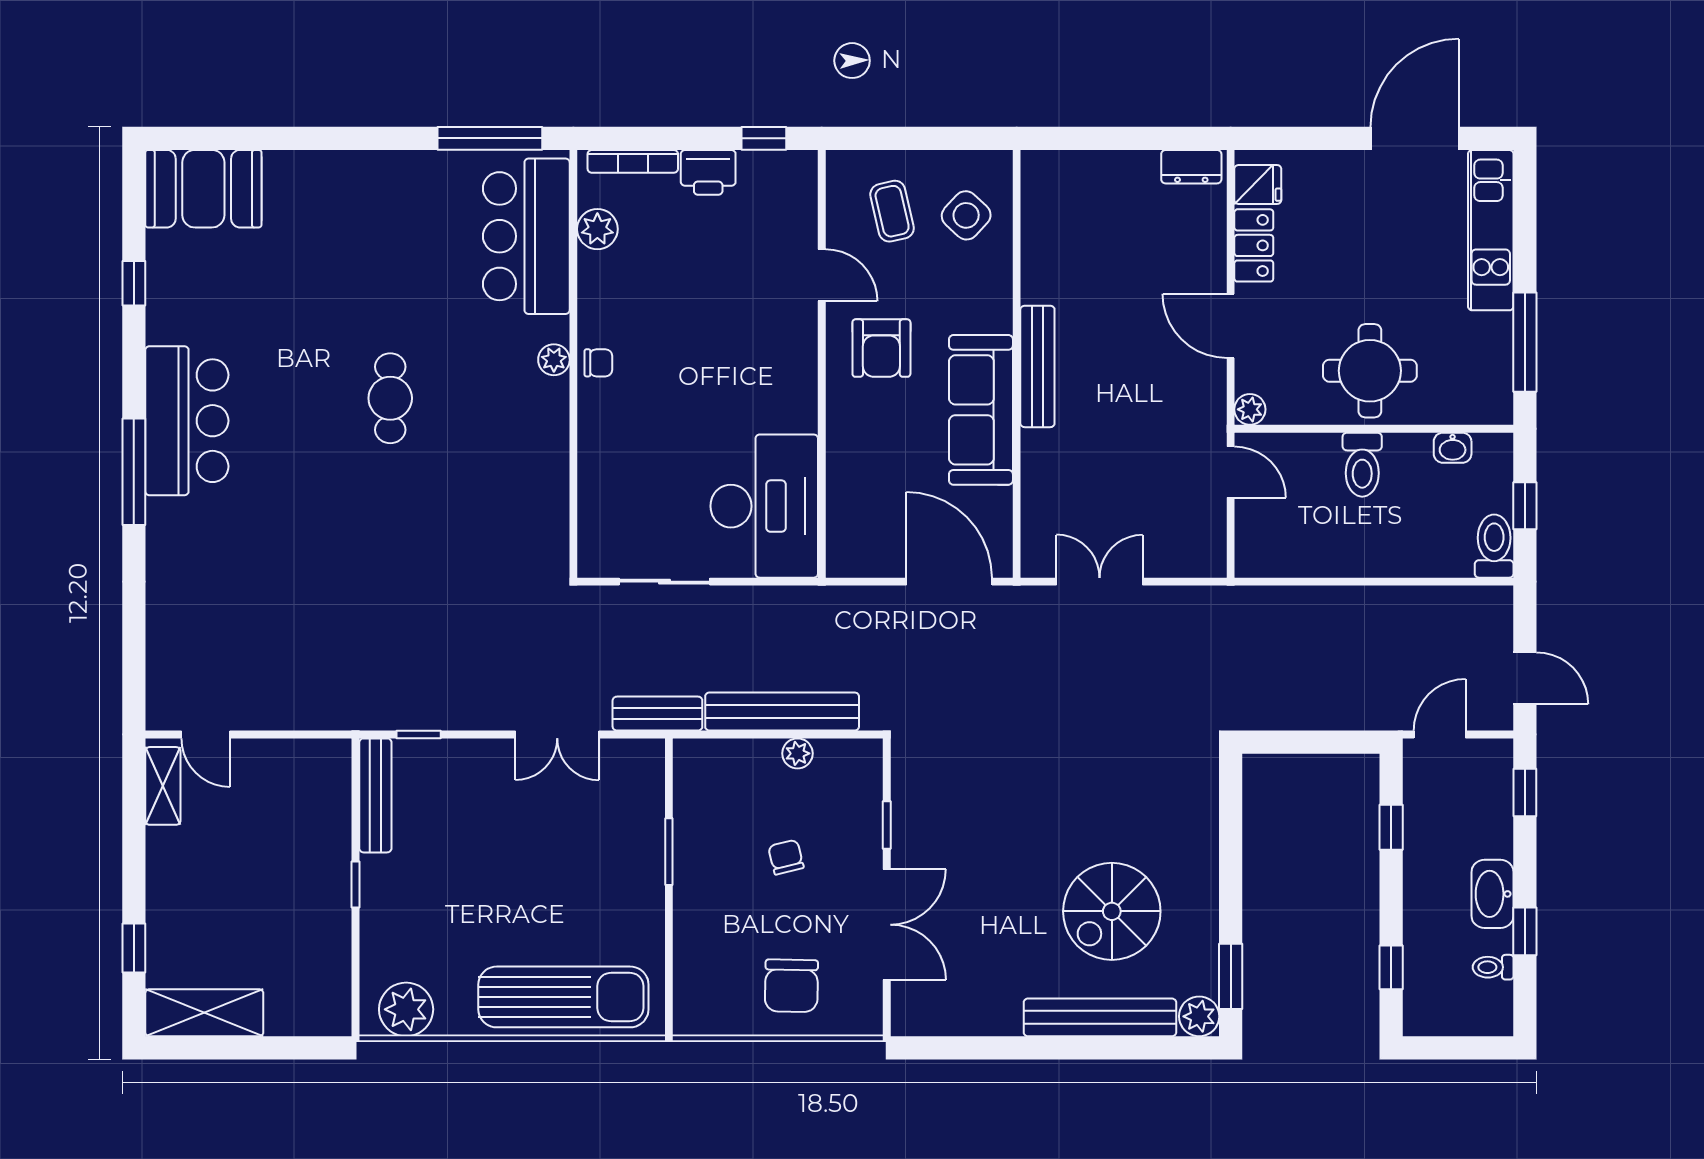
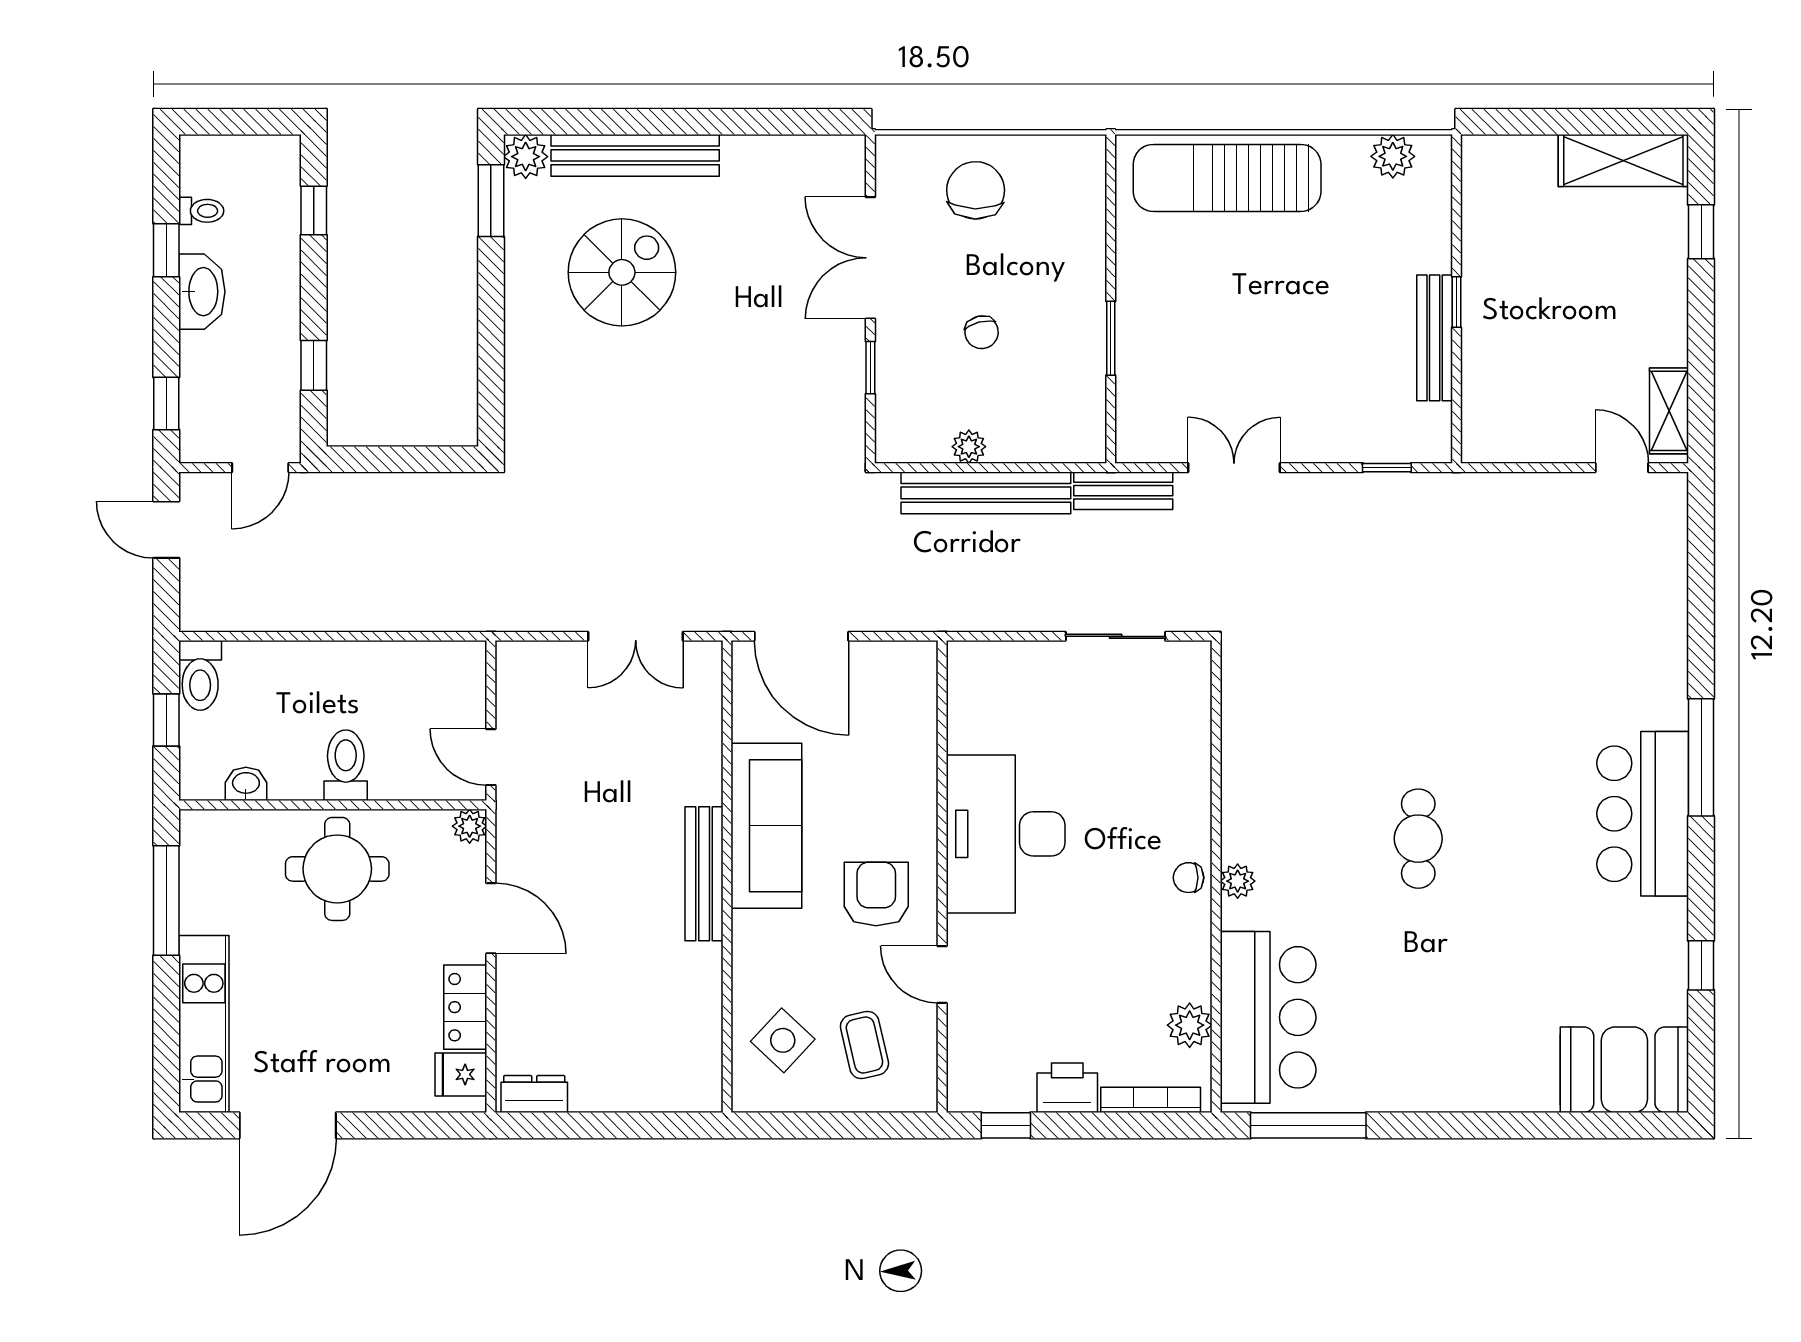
desk: (764, 506) -> (1006, 834), moved
bench: (375, 795) -> (1435, 338), moved
plant: (406, 1009) -> (1393, 156), width x0.73, depth x0.73

